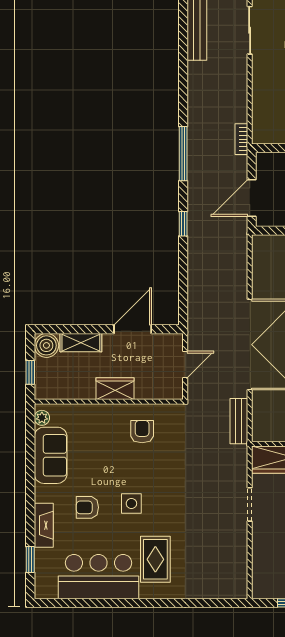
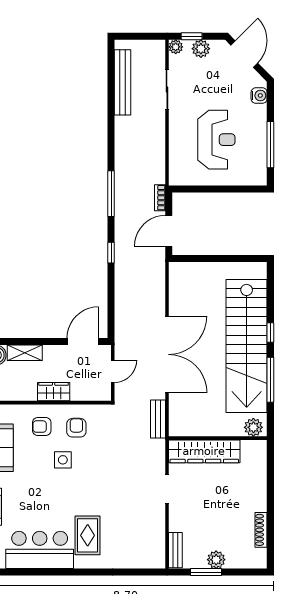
bookcase: (241, 139) -> (160, 198), moved
door: (133, 329) -> (83, 342), moved
side table: (131, 504) -> (63, 460), moved
armchair: (87, 507) -> (42, 427), moved
bench: (260, 577) -> (175, 550), added

